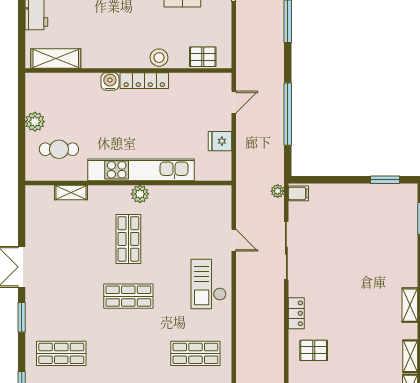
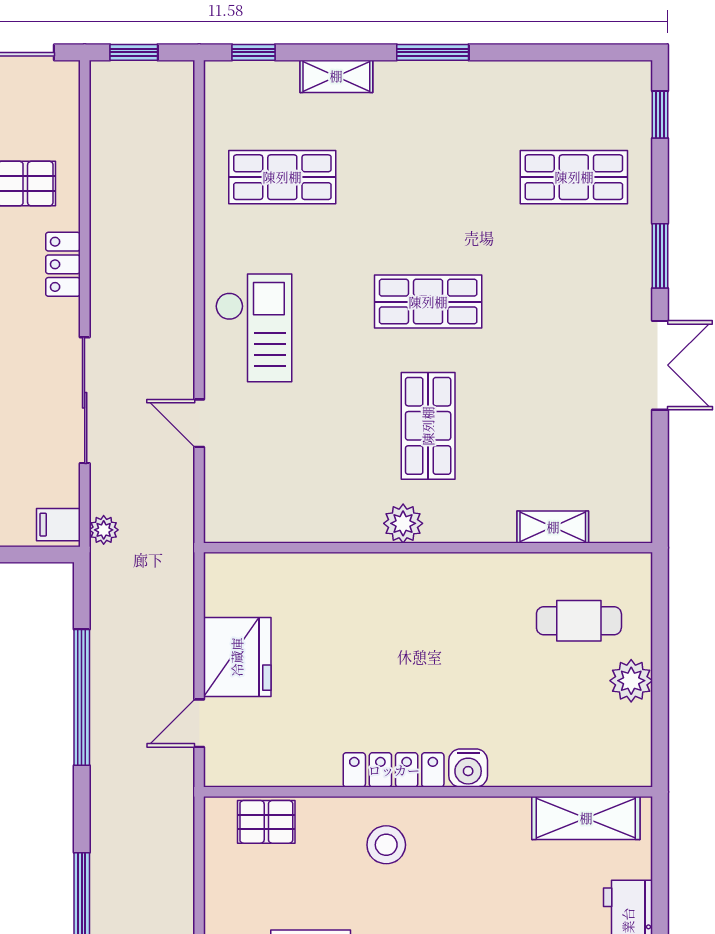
stool: (159, 58) -> (386, 845), moved
fridge: (220, 141) -> (237, 657), width x1.88, depth x1.34
kitchen unit: (141, 170) -> (400, 576), removed

